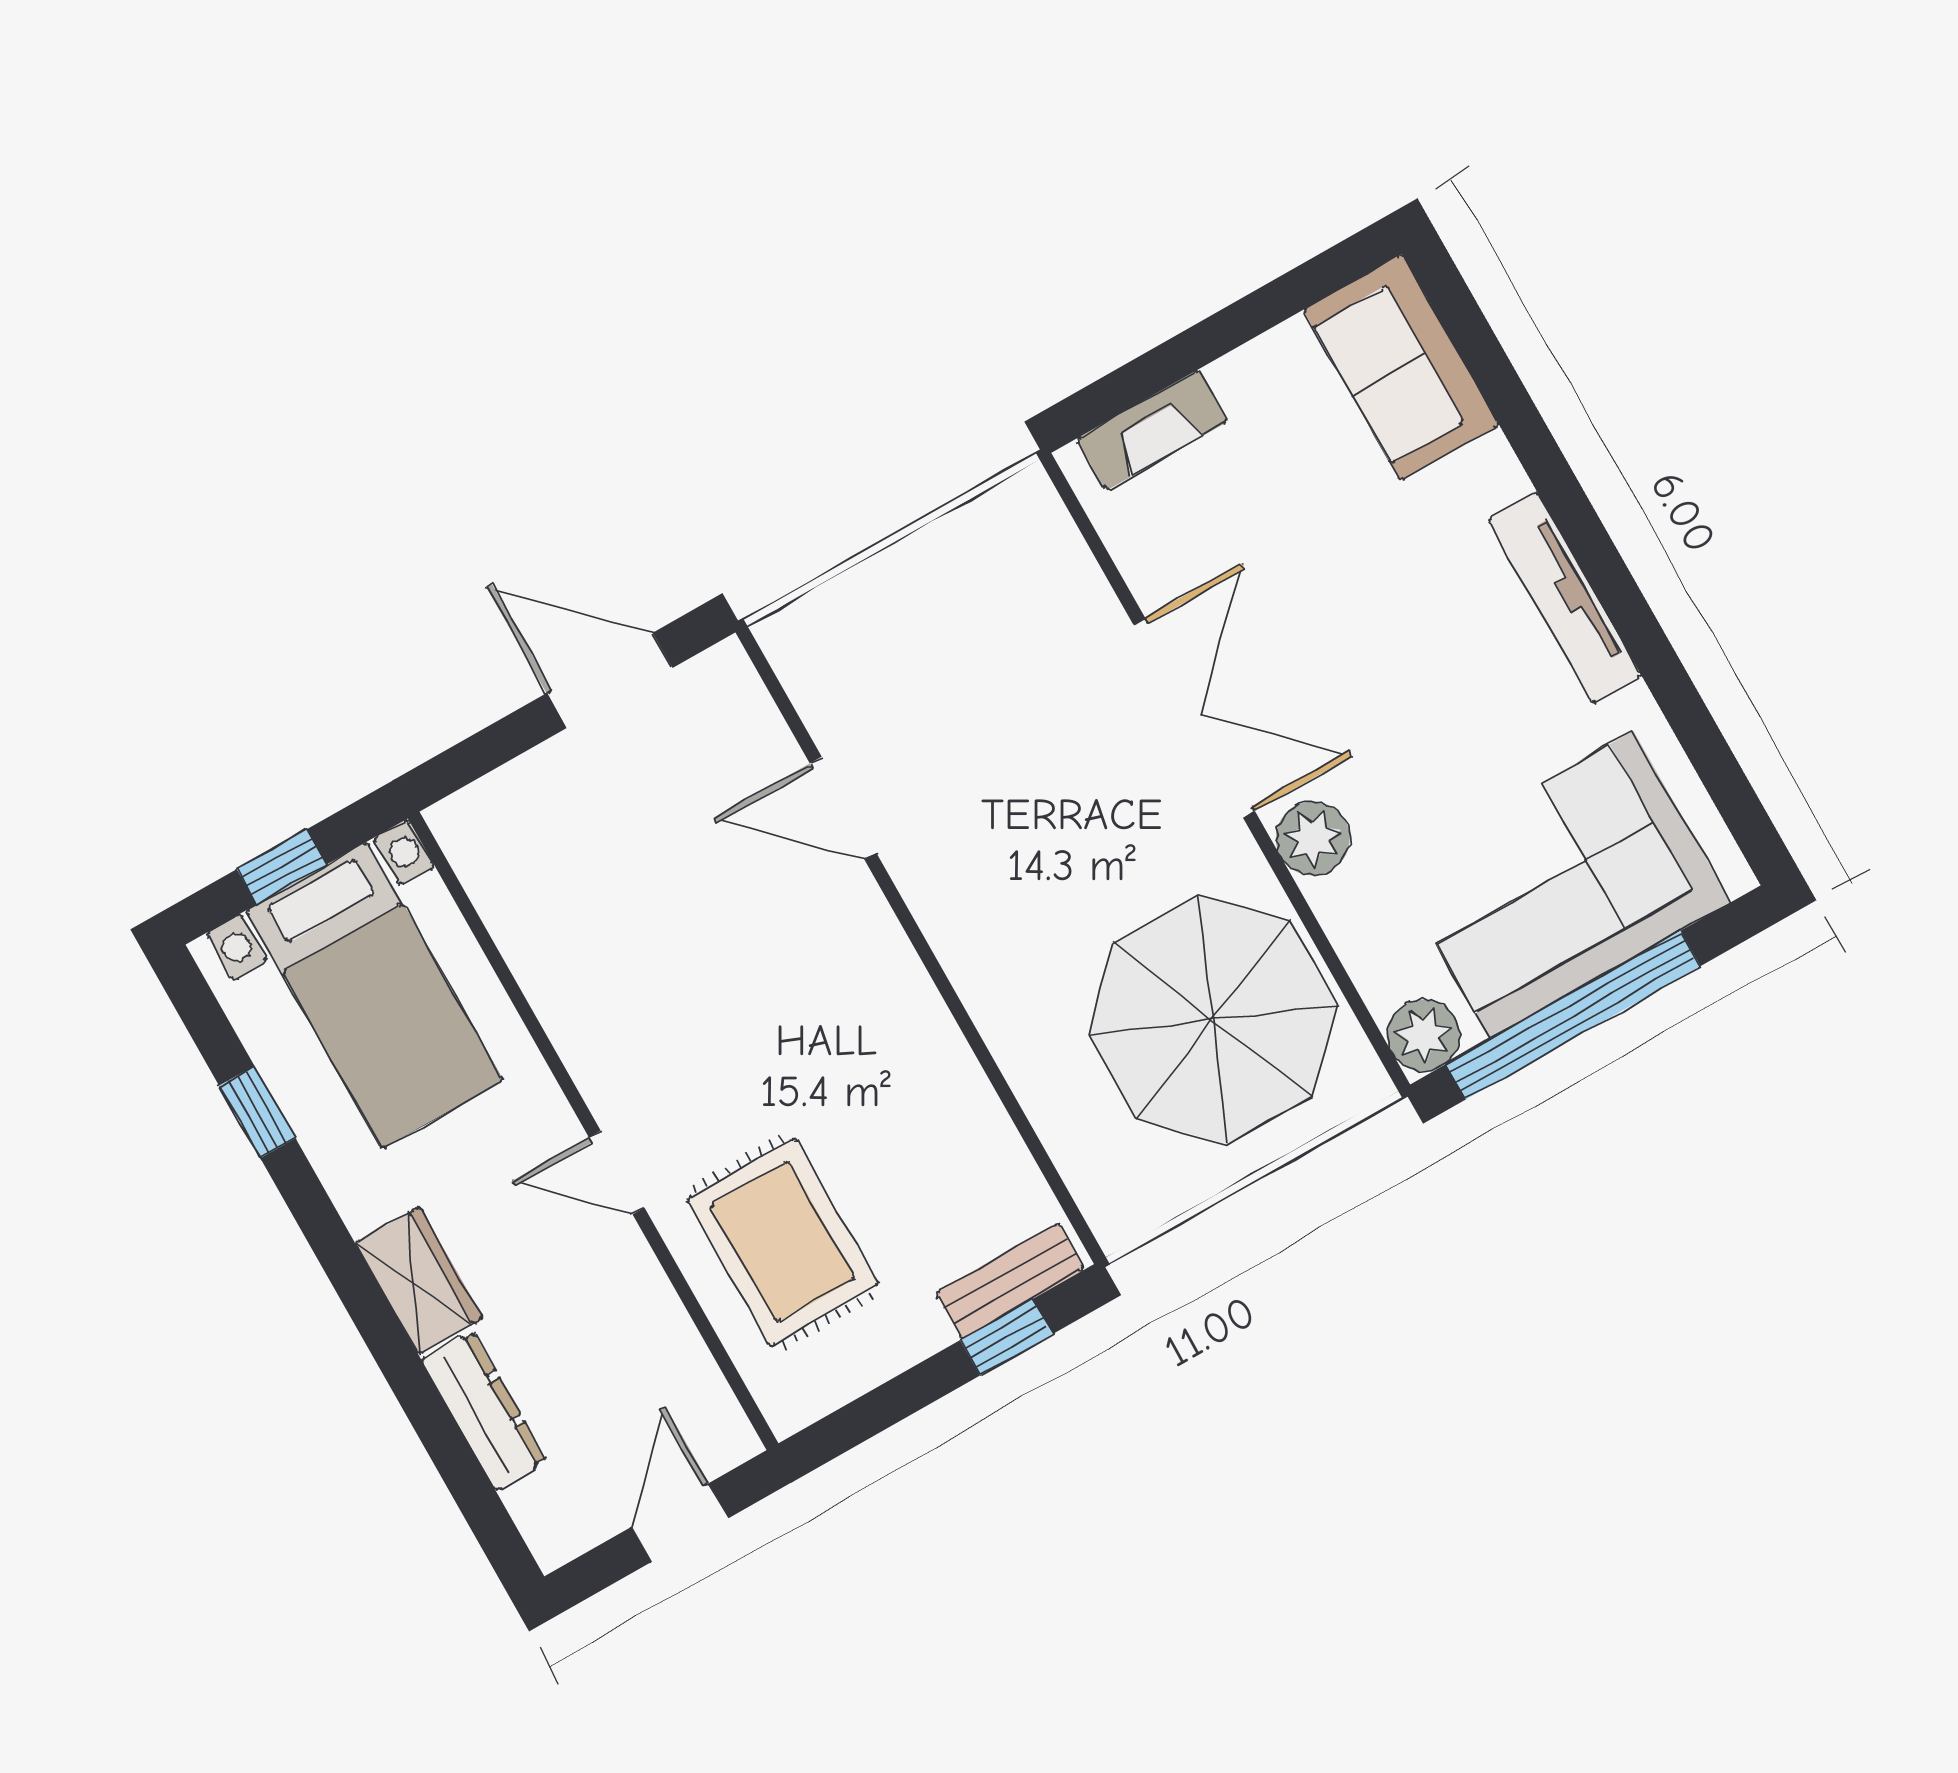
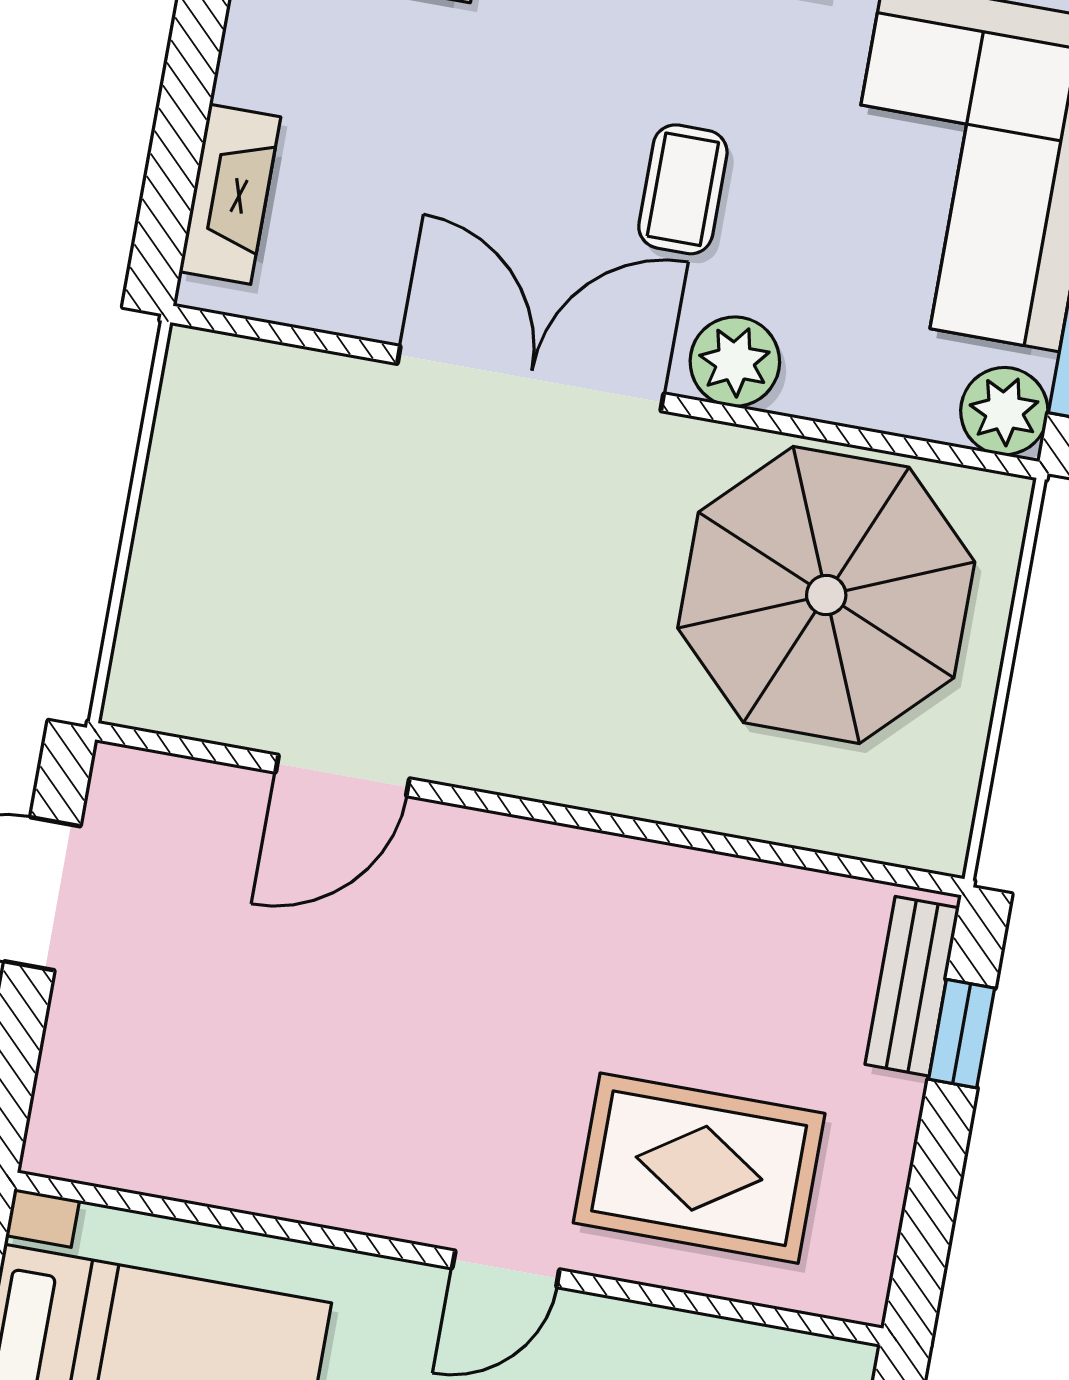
coffee table: (1395, 714) -> (683, 189), added

